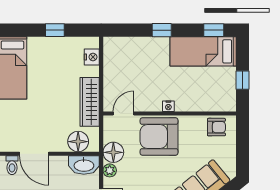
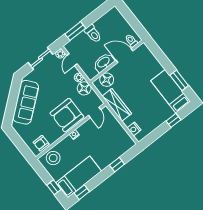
window: (55, 30) -> (173, 120), moved
window: (162, 30) -> (117, 165), moved
window: (242, 80) -> (54, 187), moved
stool: (216, 98) -> (53, 158), added
armchair: (159, 136) -> (67, 115), turned 180
washbasin: (84, 165) -> (104, 62), moved

